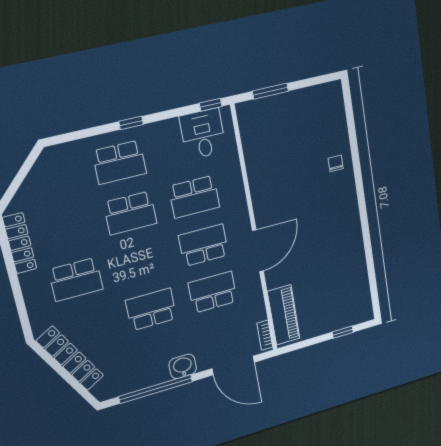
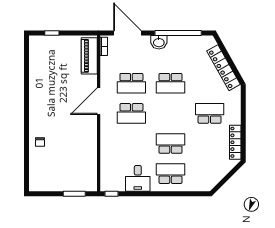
window: (131, 123) -> (159, 194), removed
desk: (203, 134) -> (138, 178), moved
school desk: (194, 197) -> (131, 143), removed

